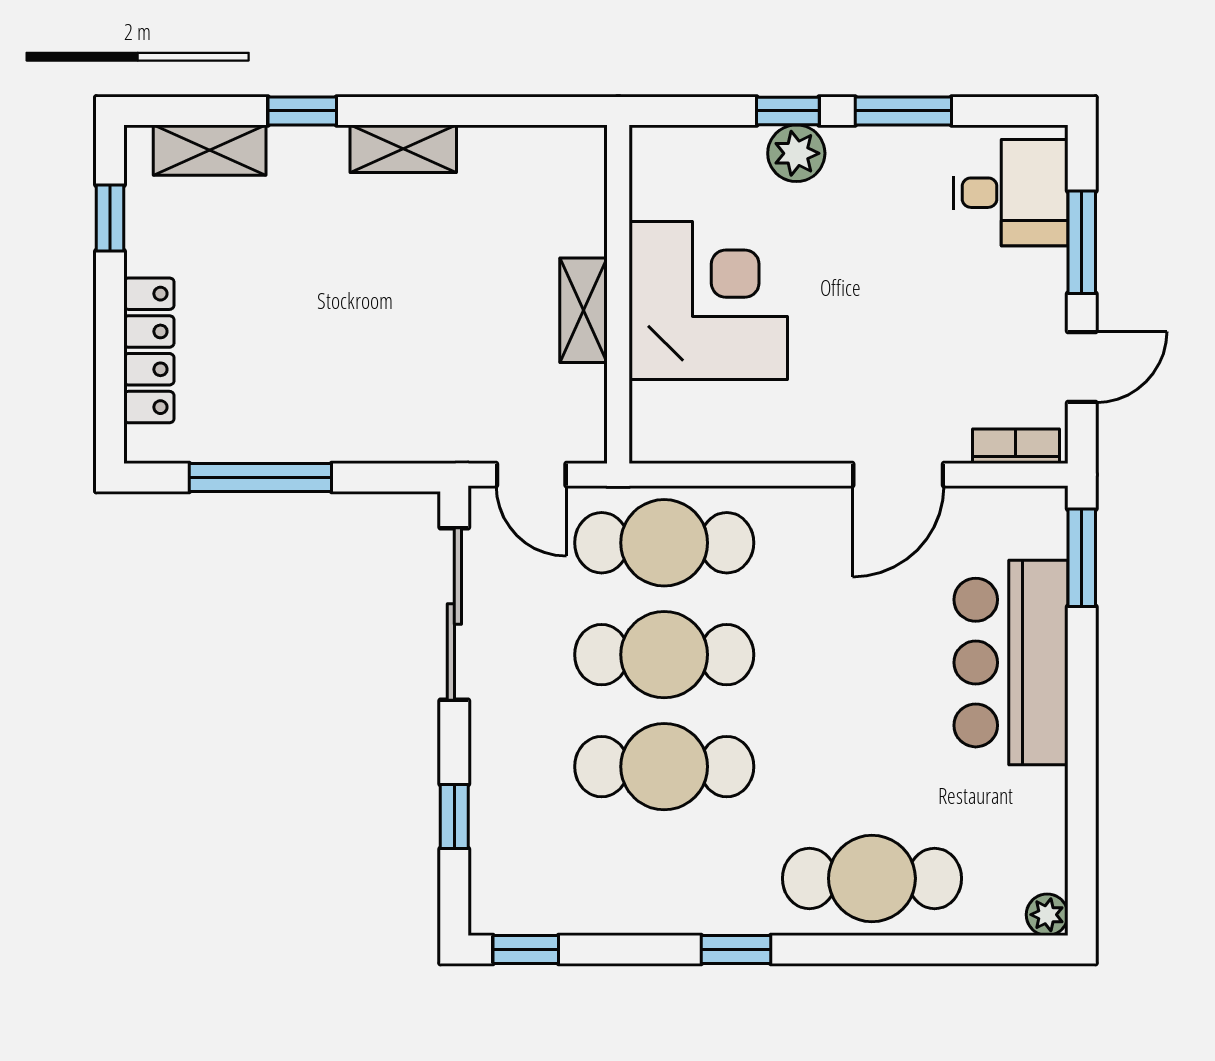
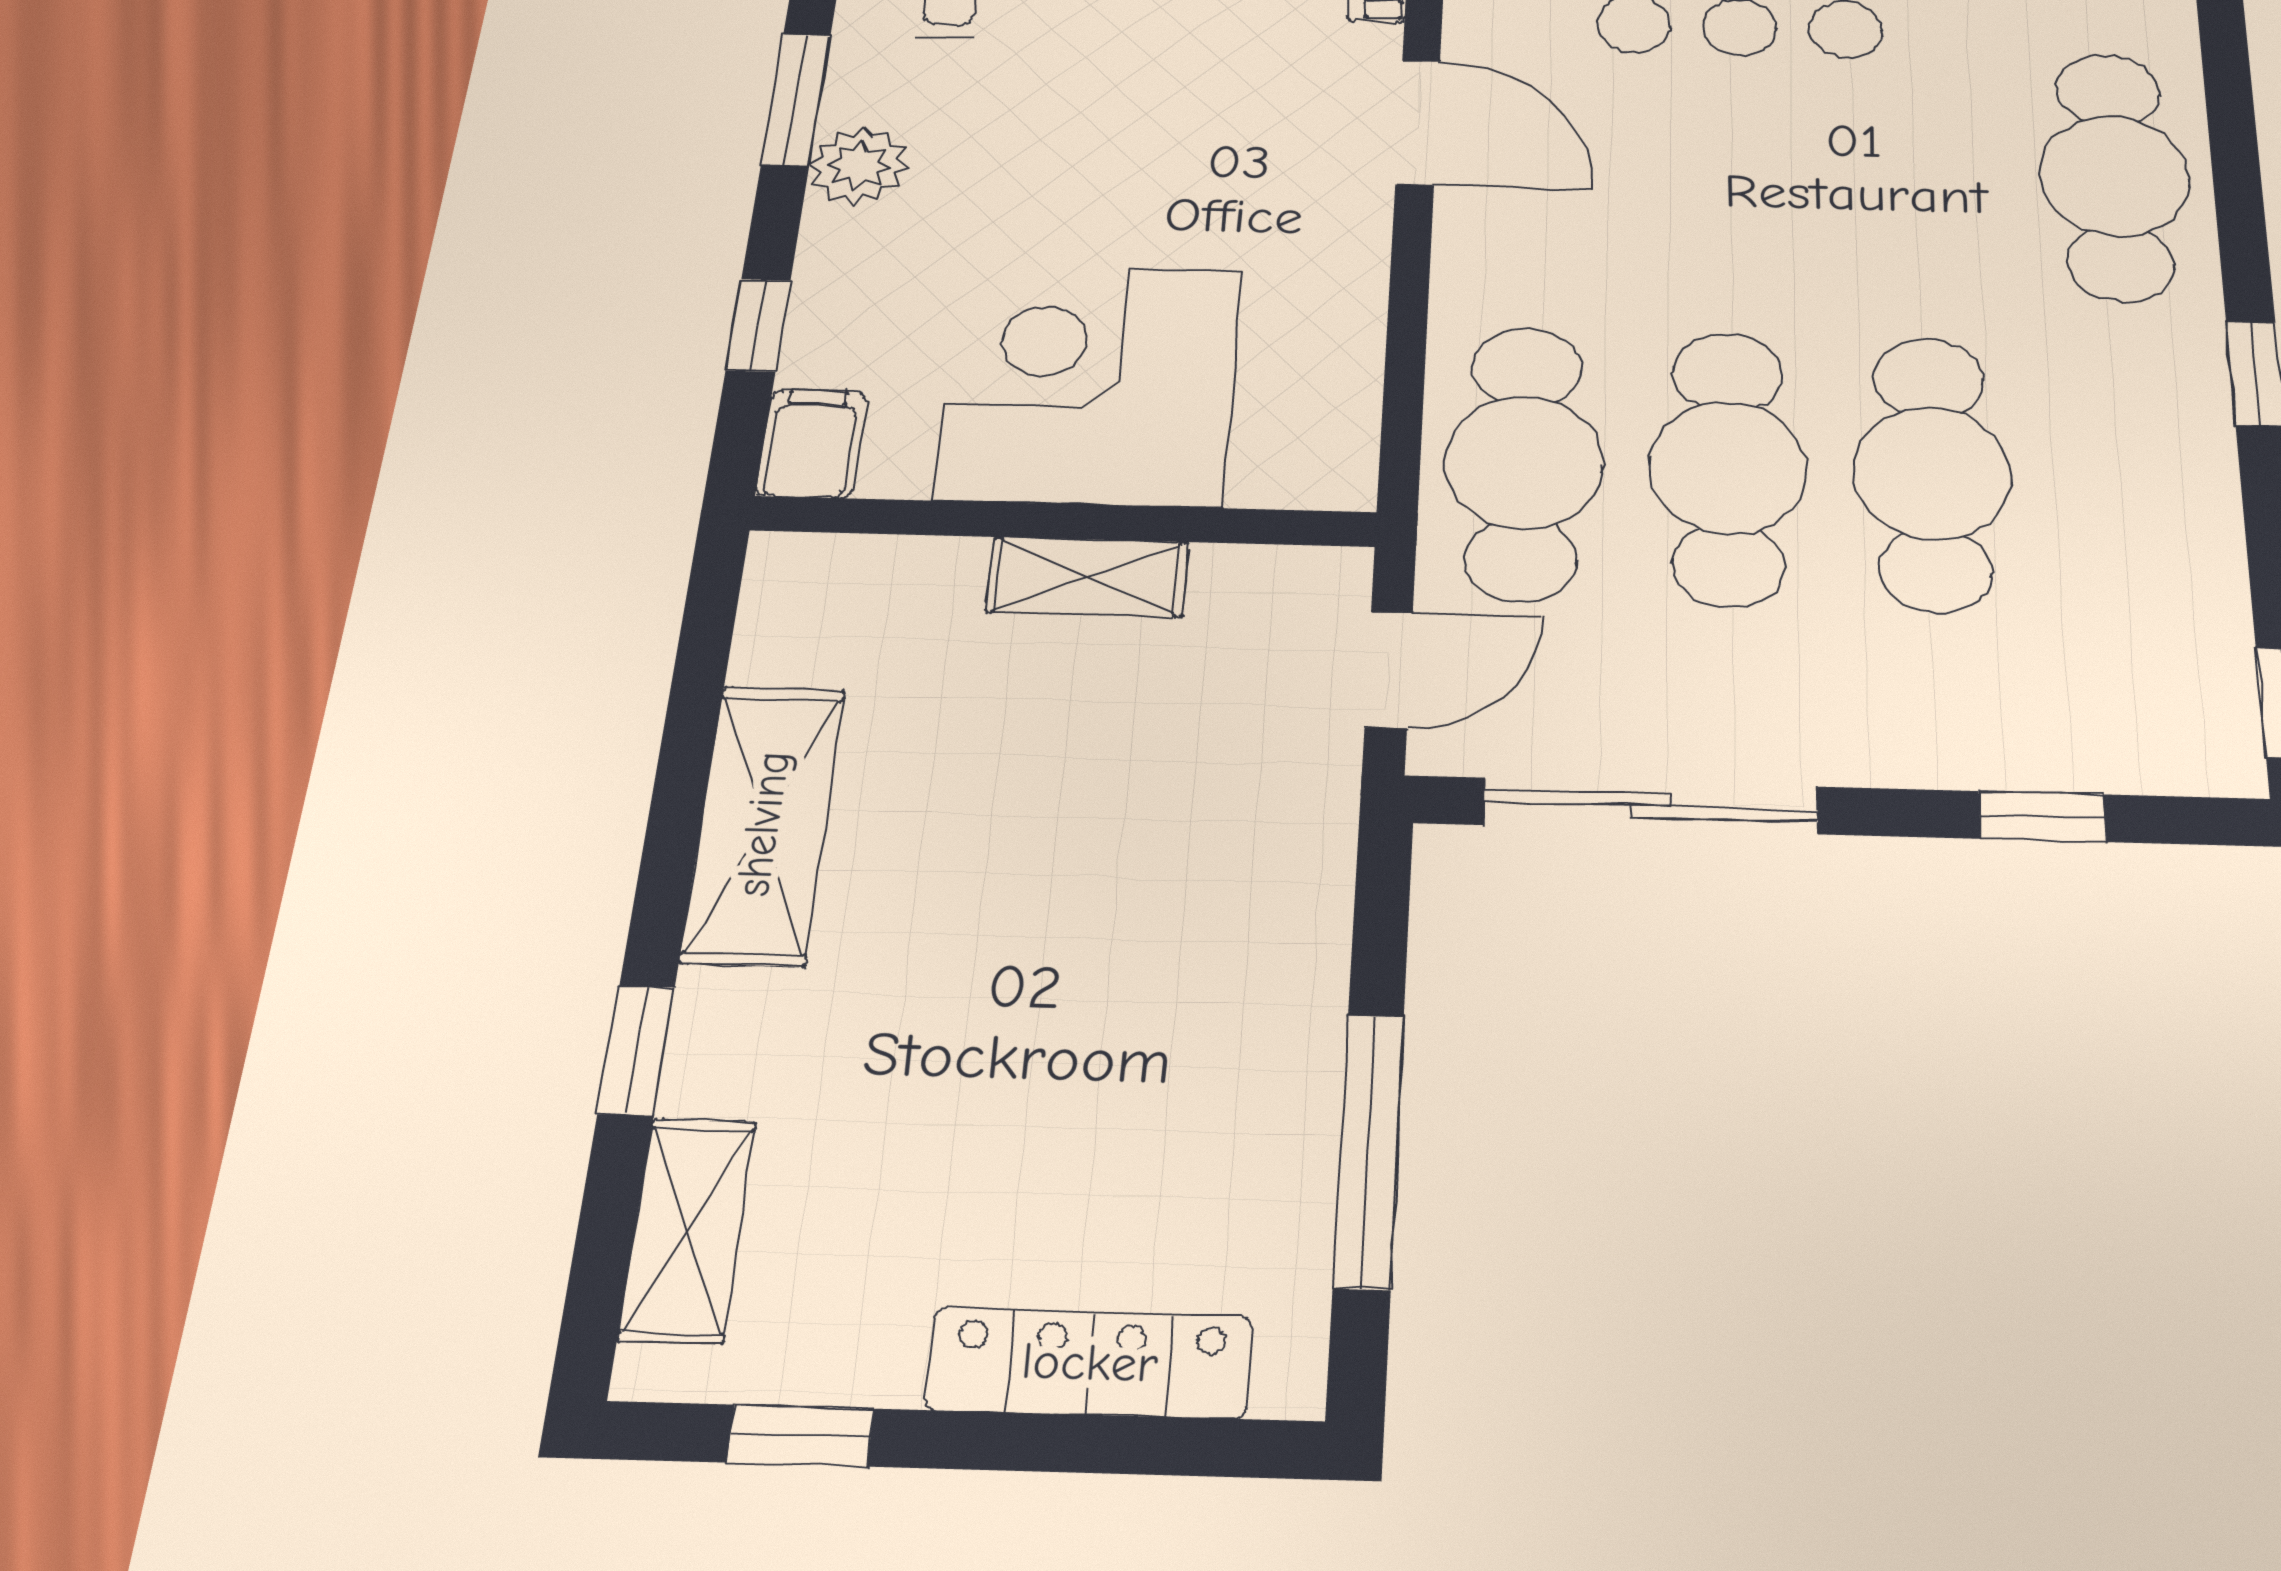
window: (788, 111) -> (758, 325), moved
shelving: (403, 149) -> (763, 824), width x1.50, depth x1.33
filing cabinet: (664, 151) -> (811, 444), added
plant: (796, 153) -> (858, 166), moved

